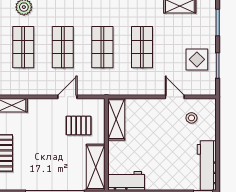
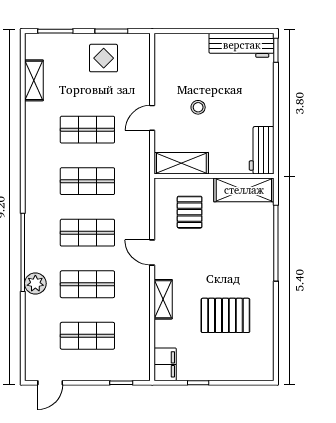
door: (67, 97) -> (152, 252), moved
door: (175, 97) -> (152, 118), moved
stool: (191, 118) -> (198, 107), moved

